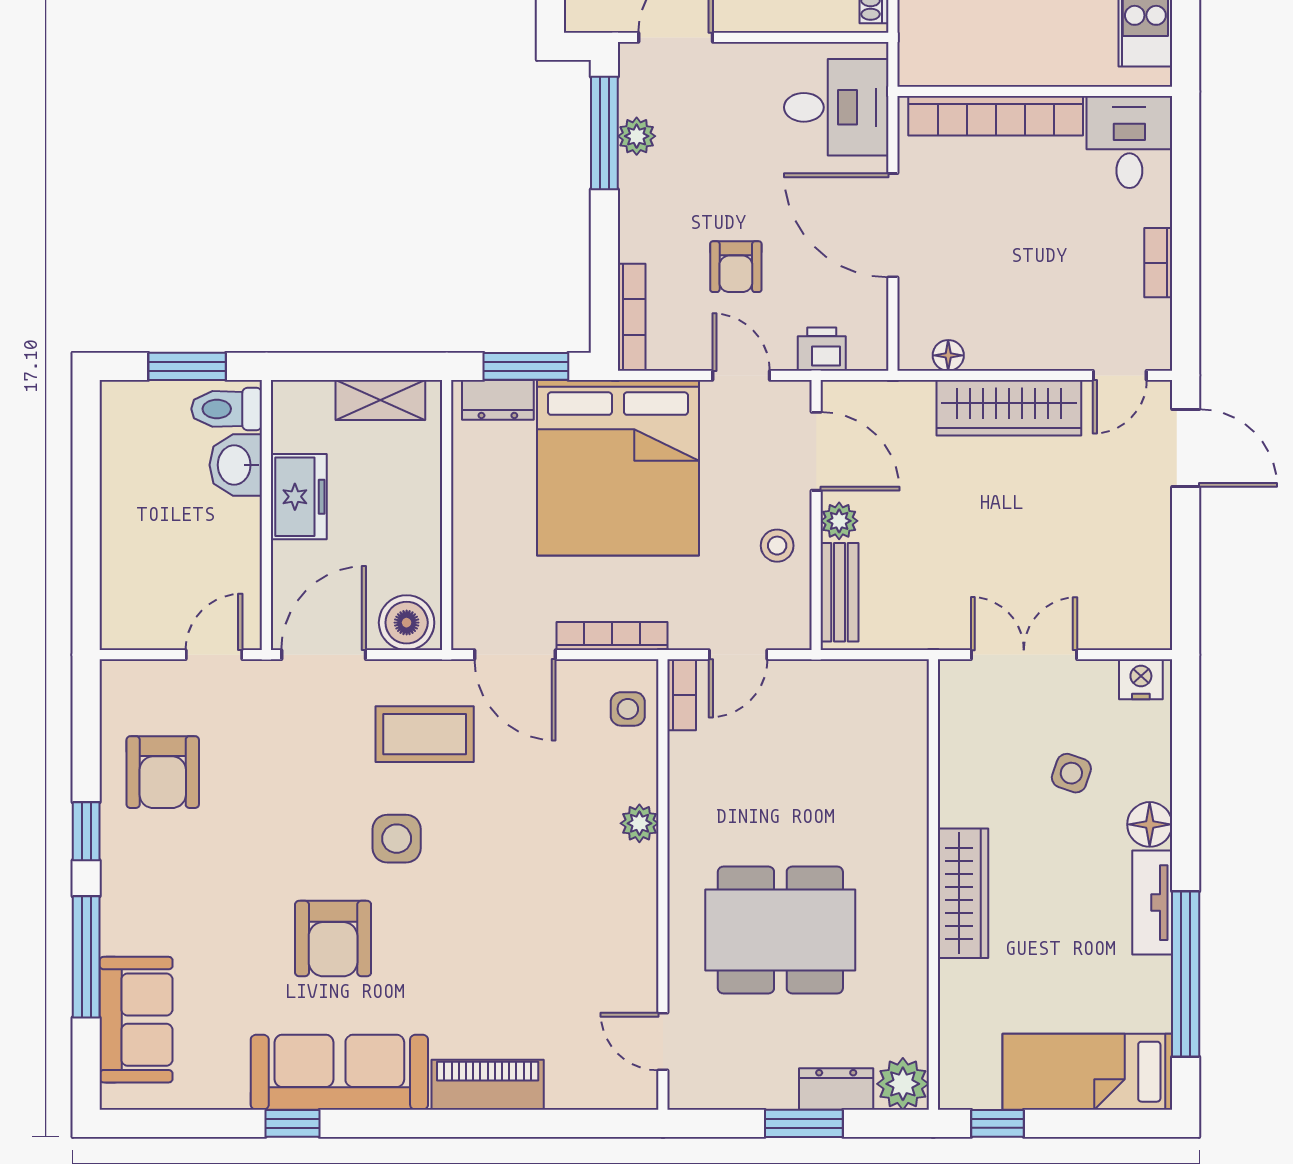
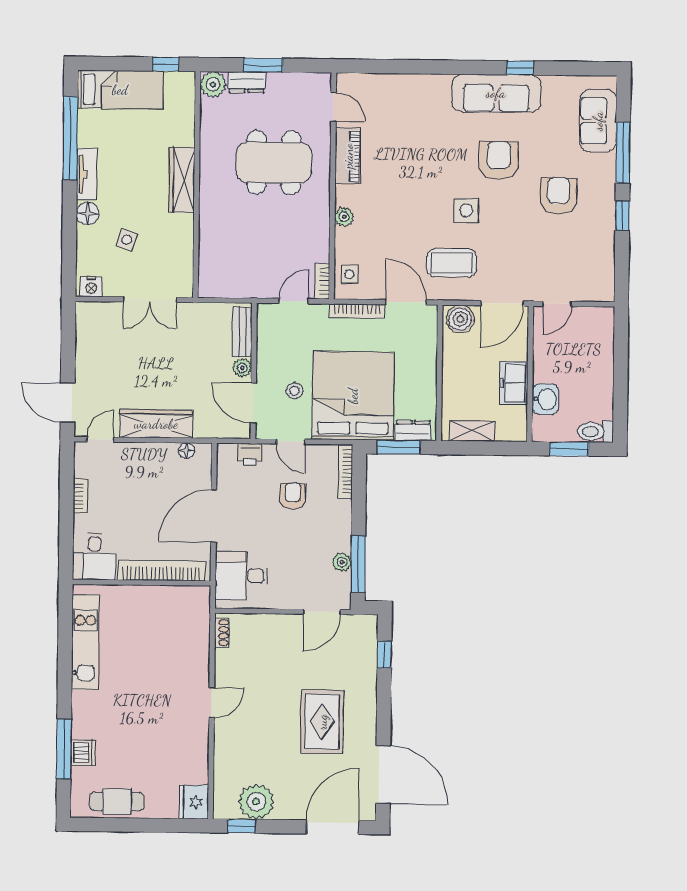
door: (893, 225) -> (214, 516), swing flipped
toilet: (227, 409) -> (596, 432), moved, turned 180
stool: (777, 546) -> (294, 391), moved
armchair: (163, 772) -> (558, 196), moved
piano: (488, 1085) -> (348, 156), moved, turned -90

